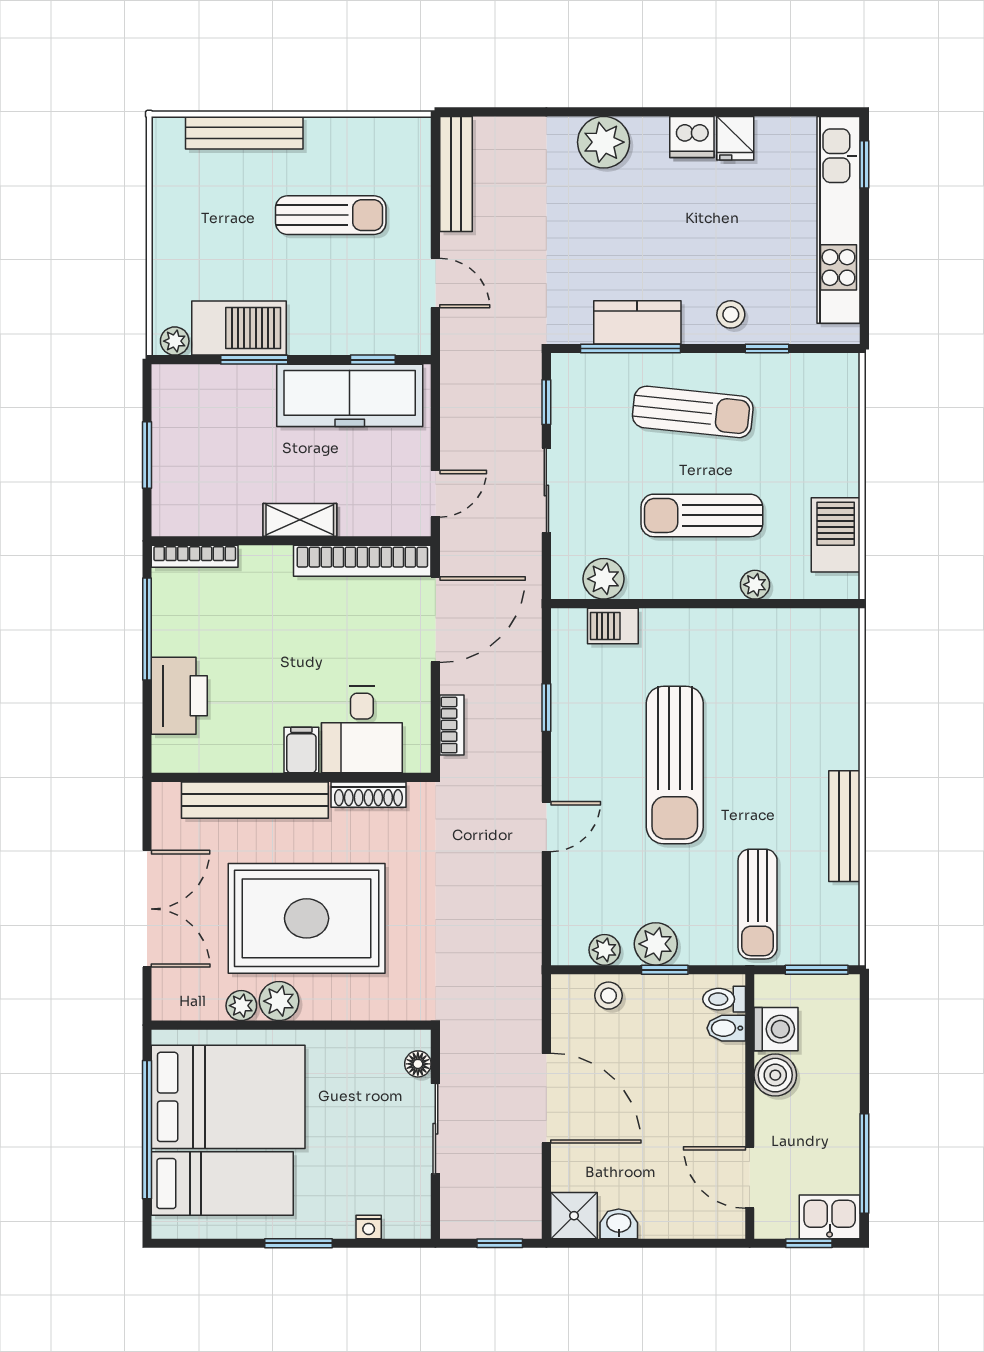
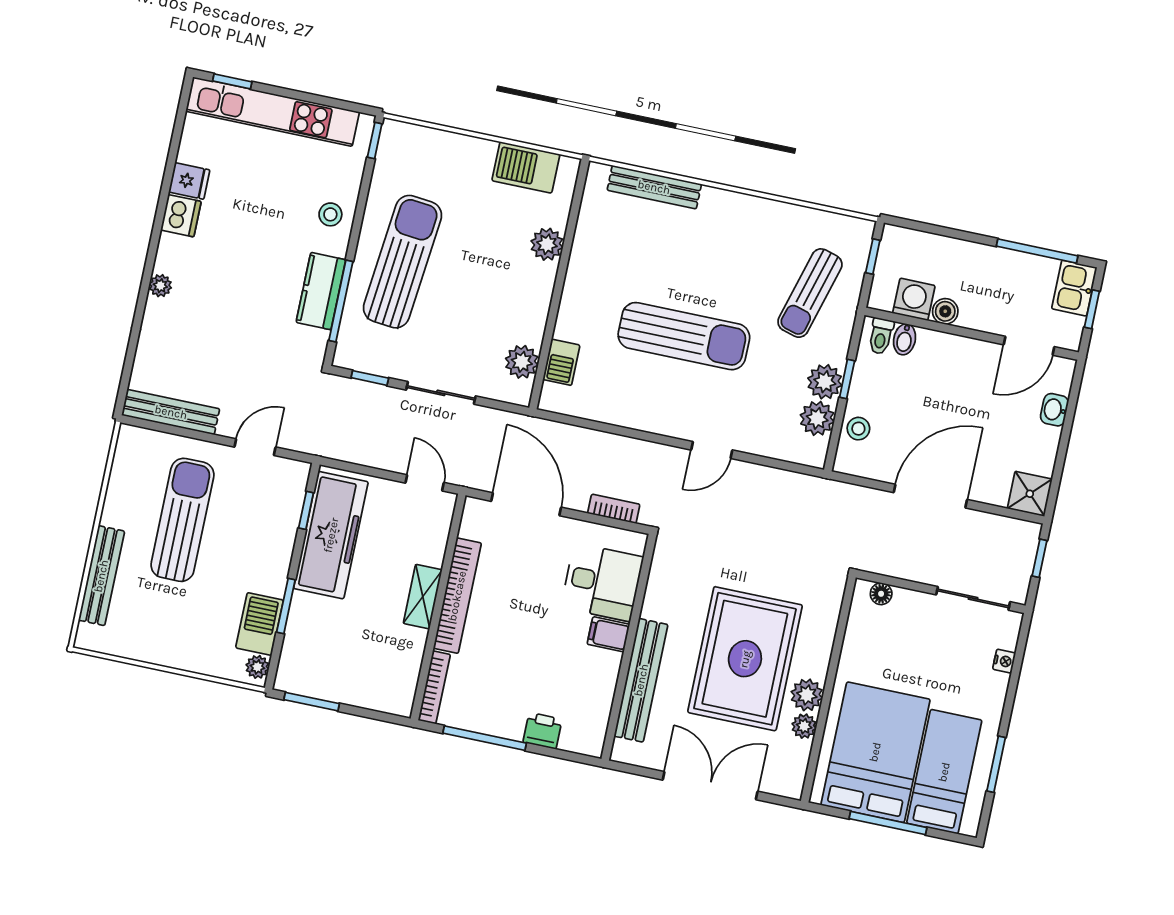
plant: (604, 142) -> (160, 286), width x0.53, depth x0.53
sun lounger: (331, 215) -> (182, 520), width x1.36, depth x1.34
barbecue: (239, 328) -> (260, 624), width x0.73, depth x0.83
window: (767, 349) -> (375, 140), moved
sun lounger: (693, 412) -> (402, 262), width x1.36, depth x1.34
window: (147, 455) -> (312, 702), moved
sun lounger: (702, 515) -> (487, 272), removed
bookcase: (362, 561) -> (457, 596), moved
plant: (755, 585) -> (547, 244), width x1.38, depth x1.38
printer: (179, 696) -> (542, 731), width x0.53, depth x0.68
window: (546, 708) -> (616, 430), removed
shoe rack: (368, 795) -> (656, 588), removed
bench: (844, 826) -> (654, 187), moved
door: (546, 827) -> (712, 450), swing flipped
sun lounger: (758, 904) -> (810, 293), turned 106
plant: (605, 950) -> (817, 418), width x1.38, depth x1.38
window: (817, 970) -> (873, 257), width x0.67
boiler: (775, 1075) -> (945, 311), width x0.73, depth x0.73
sliding door: (435, 1129) -> (973, 598), moved
window: (147, 1130) -> (888, 823), width x0.68
washbasin: (619, 1224) -> (1054, 410), moved
window: (299, 1243) -> (996, 764), moved

